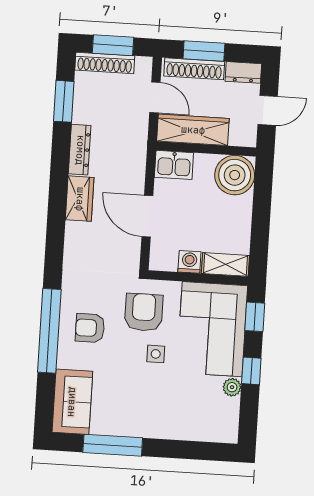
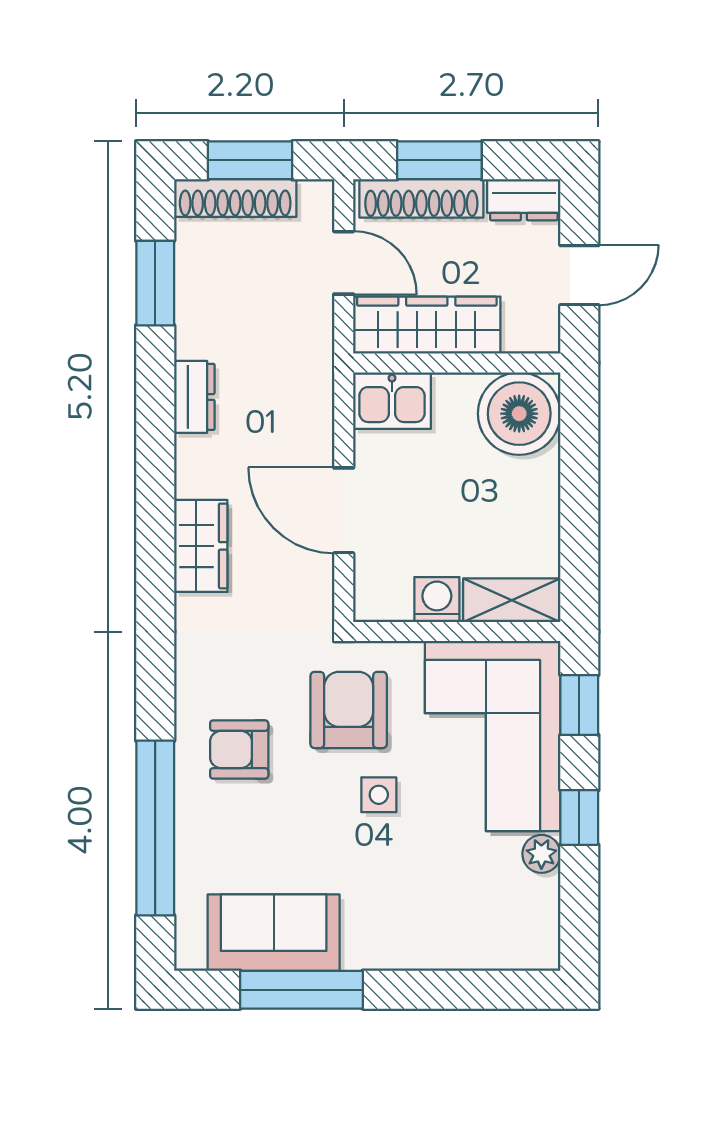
dresser: (80, 150) -> (194, 397), width x0.70
wardrobe: (80, 199) -> (201, 546), moved
window: (49, 331) -> (155, 828), moved
sofa: (72, 402) -> (274, 933), moved, turned -90

